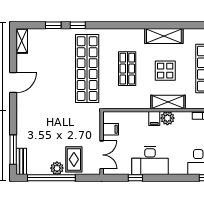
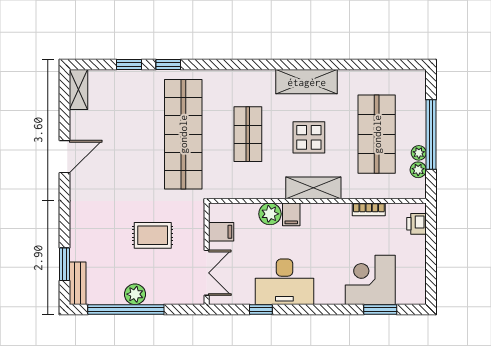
plant: (167, 118) -> (270, 214), moved
window: (13, 150) -> (65, 264), width x0.69
rug: (74, 159) -> (153, 235), moved, turned 90

